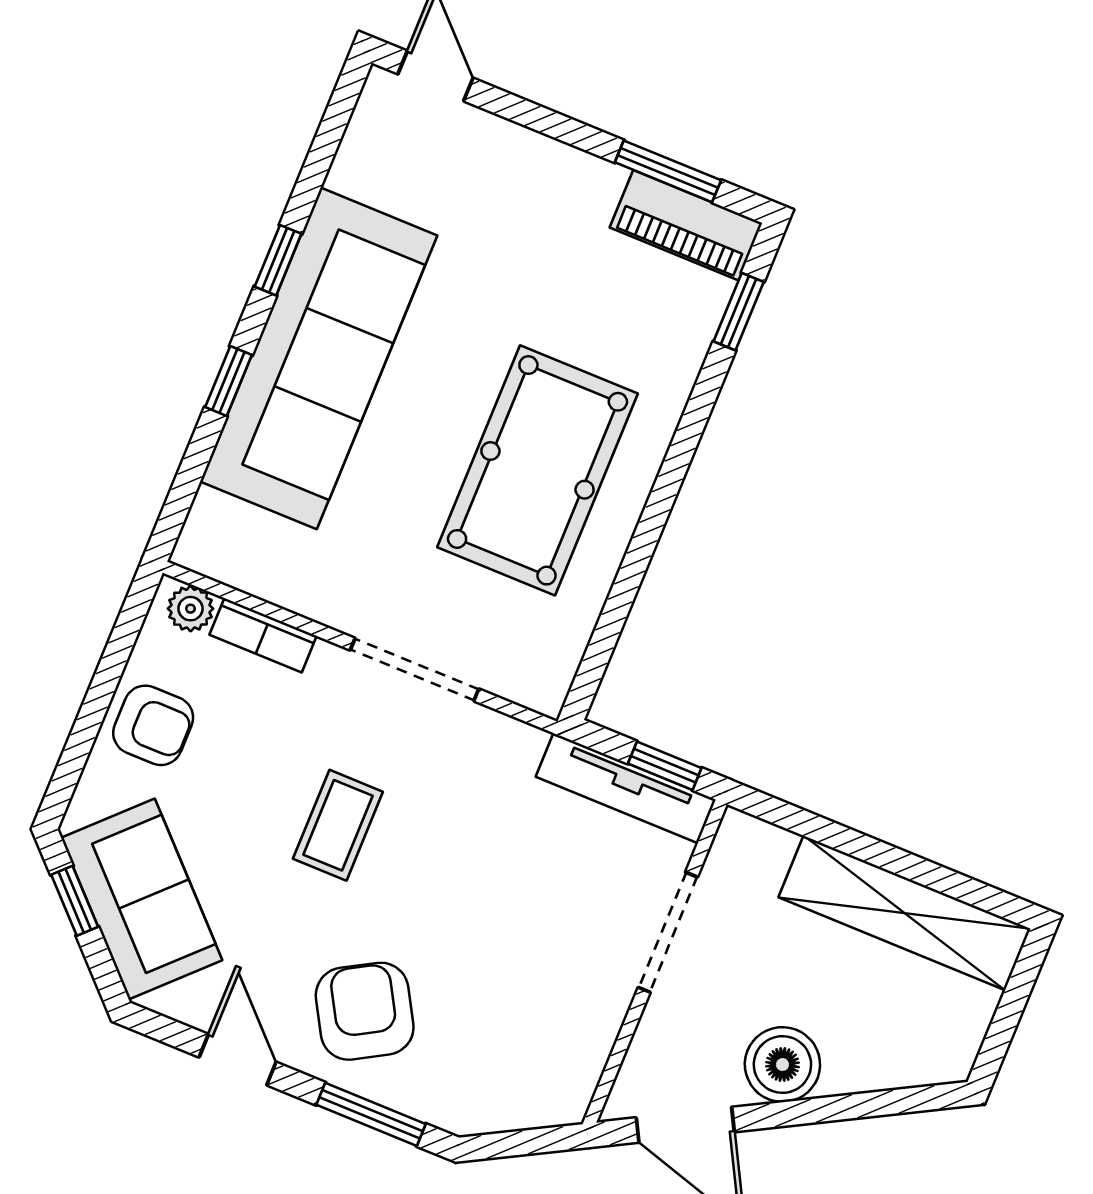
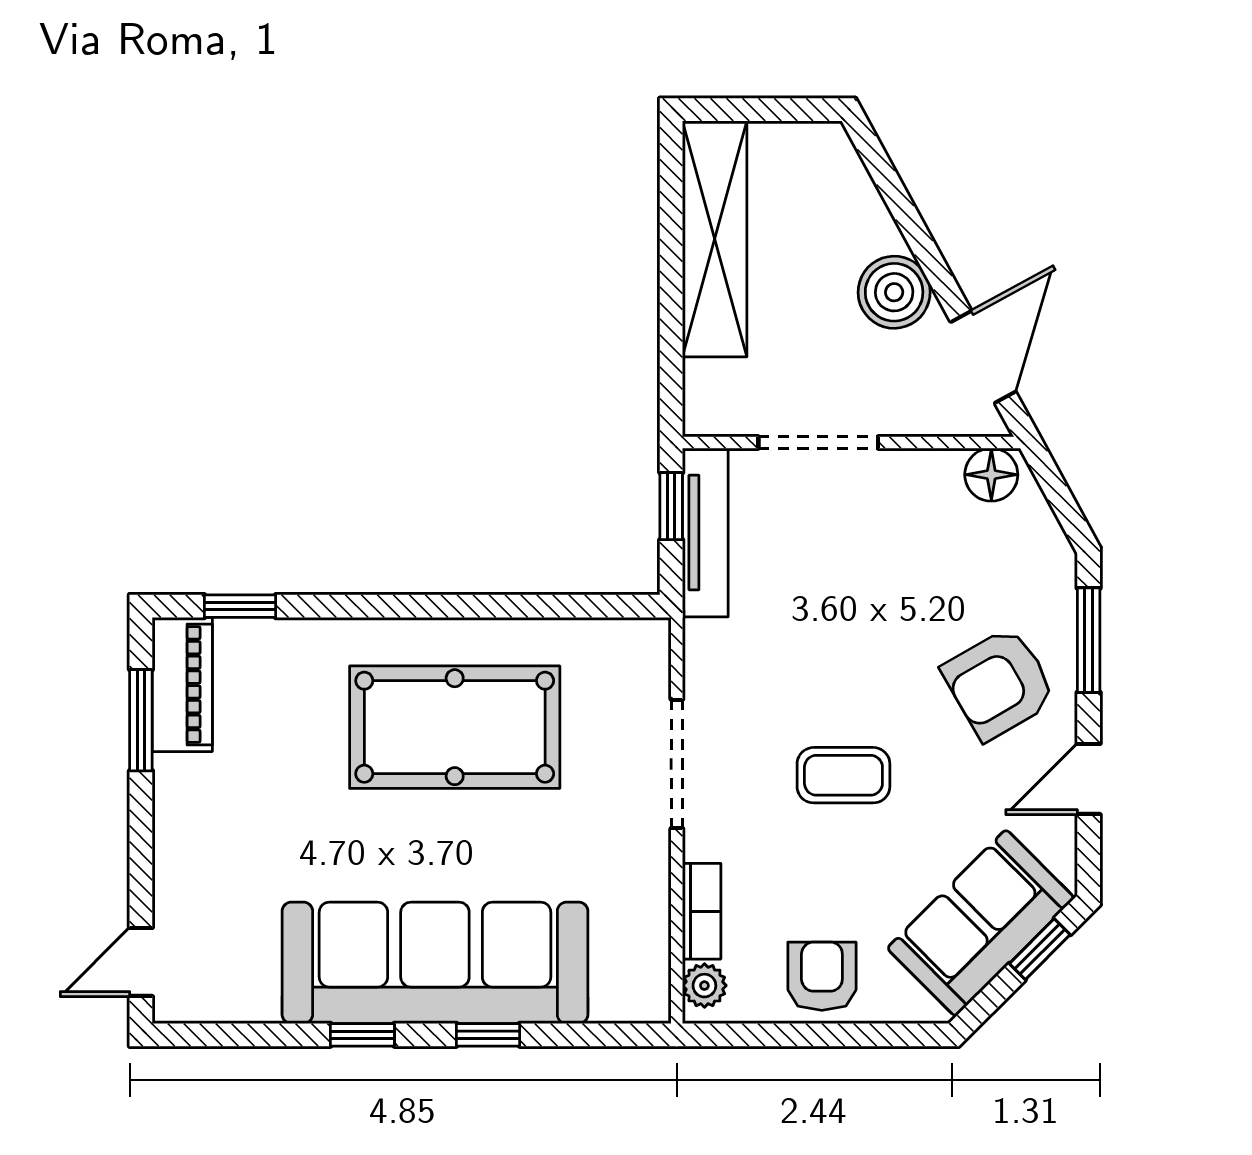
window: (75, 901) -> (1040, 949), moved
floor lamp: (569, 1086) -> (991, 475), added

